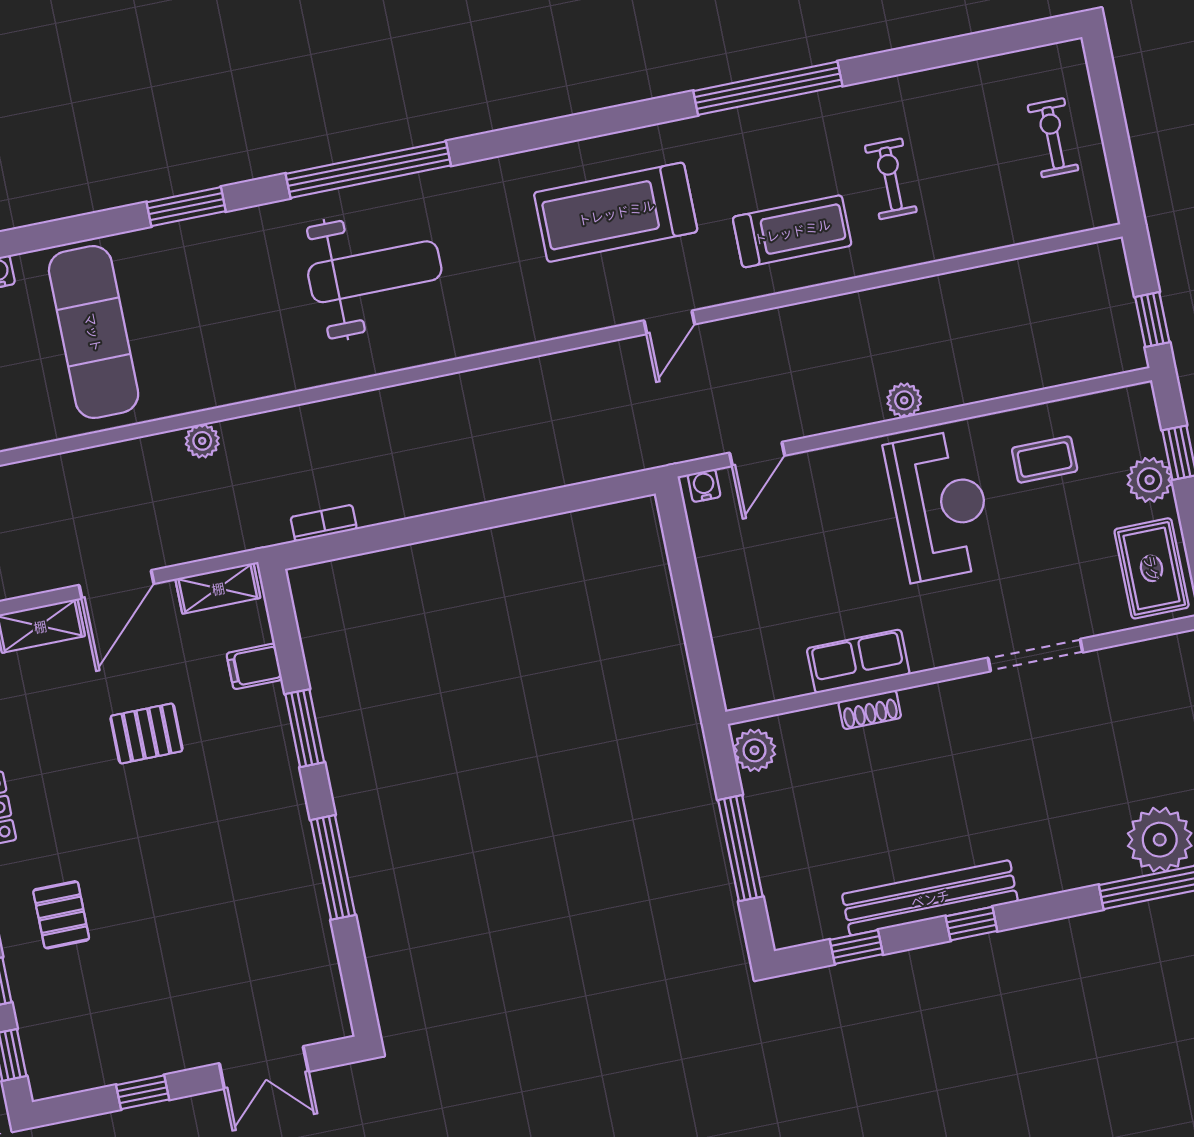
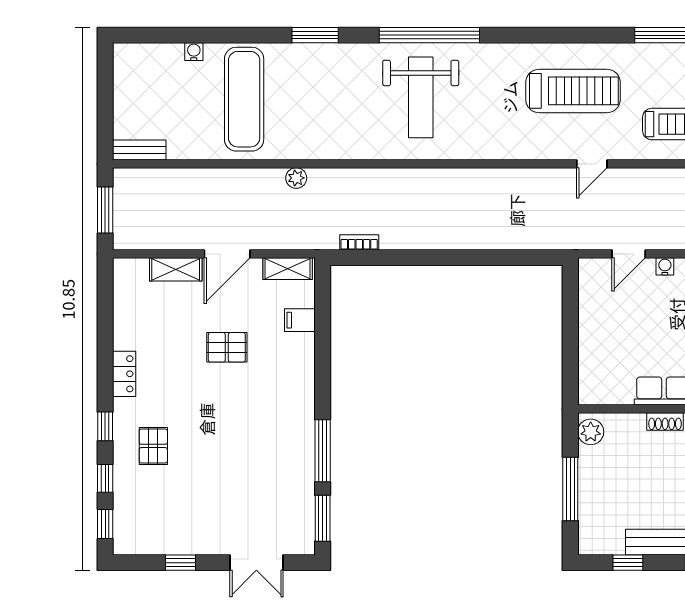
treadmill: (616, 212) -> (573, 91), turned 180
weight bench: (375, 272) -> (421, 97), turned 90
water cooler: (704, 486) -> (665, 266), moved
window: (305, 728) -> (323, 518), moved

